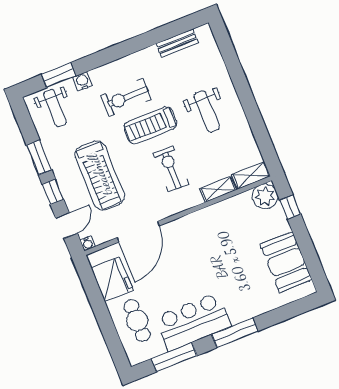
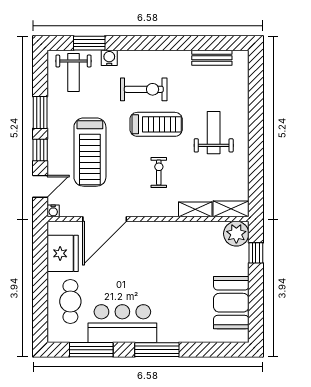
exercise bike: (126, 97) -> (144, 89), turned 180
weight bench: (207, 112) -> (214, 133), turned 180
treadmill: (150, 125) -> (156, 124), turned 180
exercise bike: (171, 169) -> (159, 173), width x0.73, depth x0.72

